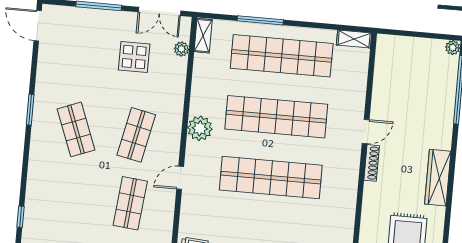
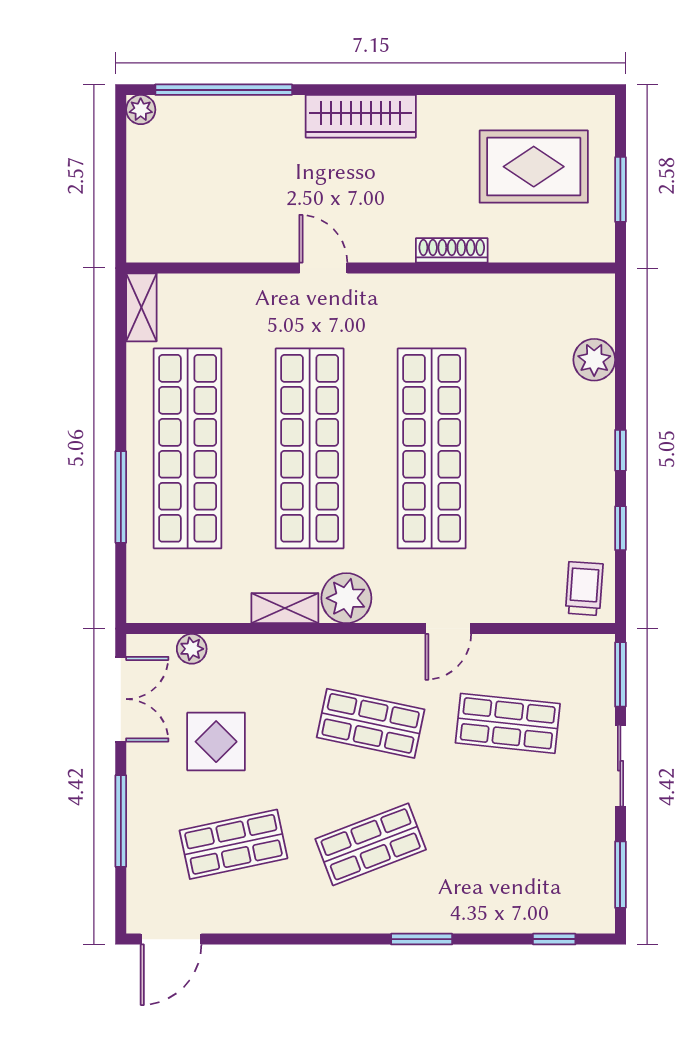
shelving: (203, 36) -> (285, 608), moved
shop shelf: (82, 61) -> (233, 844), added
window: (30, 110) -> (422, 939), moved
shoe rack: (372, 163) -> (452, 250), moved
door: (180, 178) -> (448, 629), hinge flipped
wardrobe: (438, 178) -> (361, 116), moved

